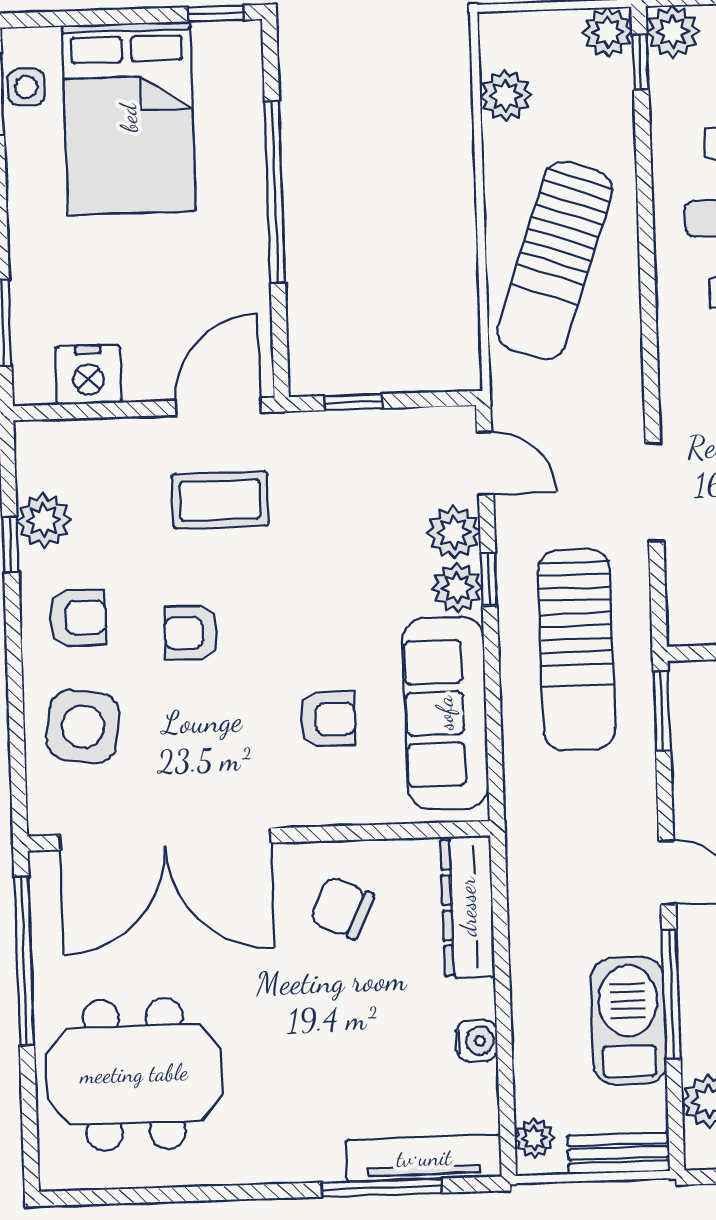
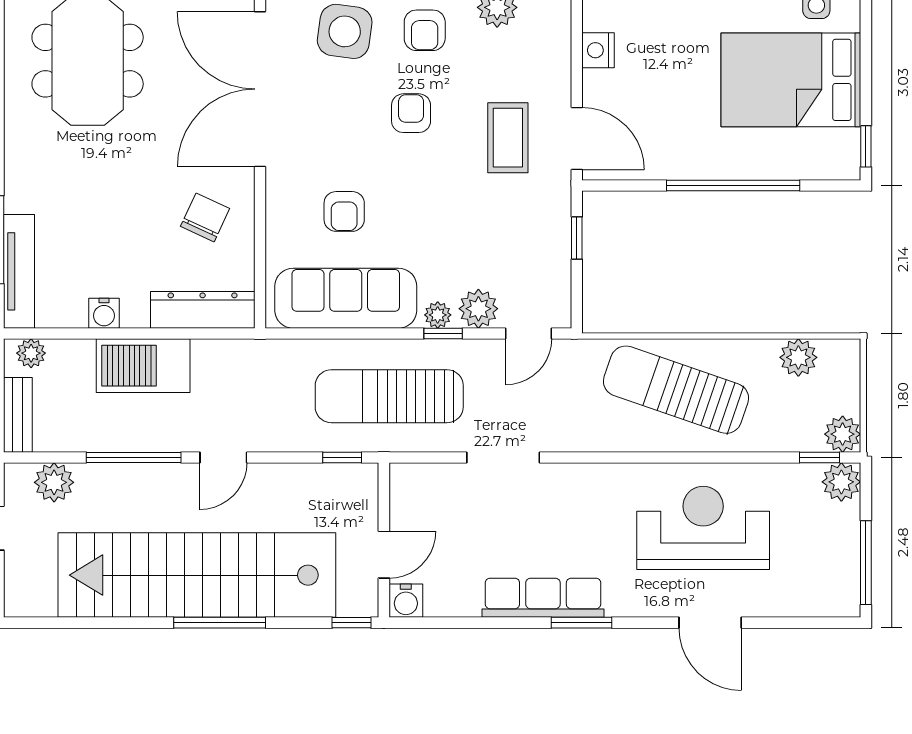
nightstand: (88, 375) -> (598, 50), width x0.74, depth x0.75
plant: (457, 588) -> (438, 315), width x0.73, depth x0.73
window: (662, 711) -> (342, 457), width x0.67
barbecue: (628, 1021) -> (143, 366), moved, turned 180

